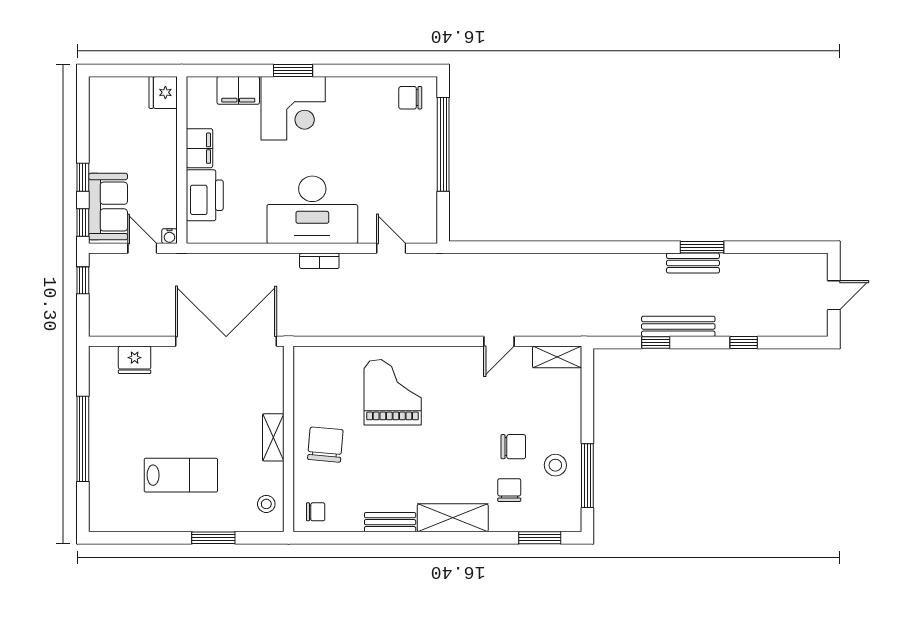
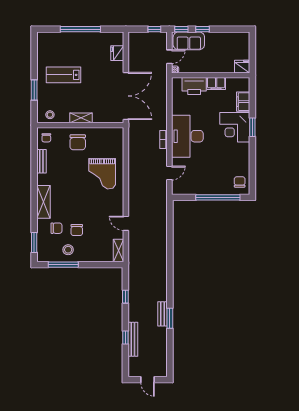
bench: (678, 326) -> (133, 339), moved
grand piano: (393, 392) -> (102, 174), turned 90
chair: (325, 445) -> (78, 142), turned 85
lab bench: (181, 475) -> (63, 75), turned 90
bench: (390, 522) -> (41, 161), moved

